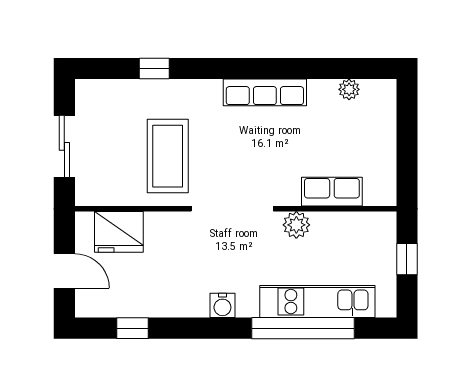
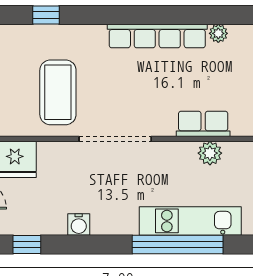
row of seats: (265, 92) -> (157, 36), width x1.36
plant: (296, 225) -> (210, 153), moved
water cooler: (222, 305) -> (79, 224), moved

